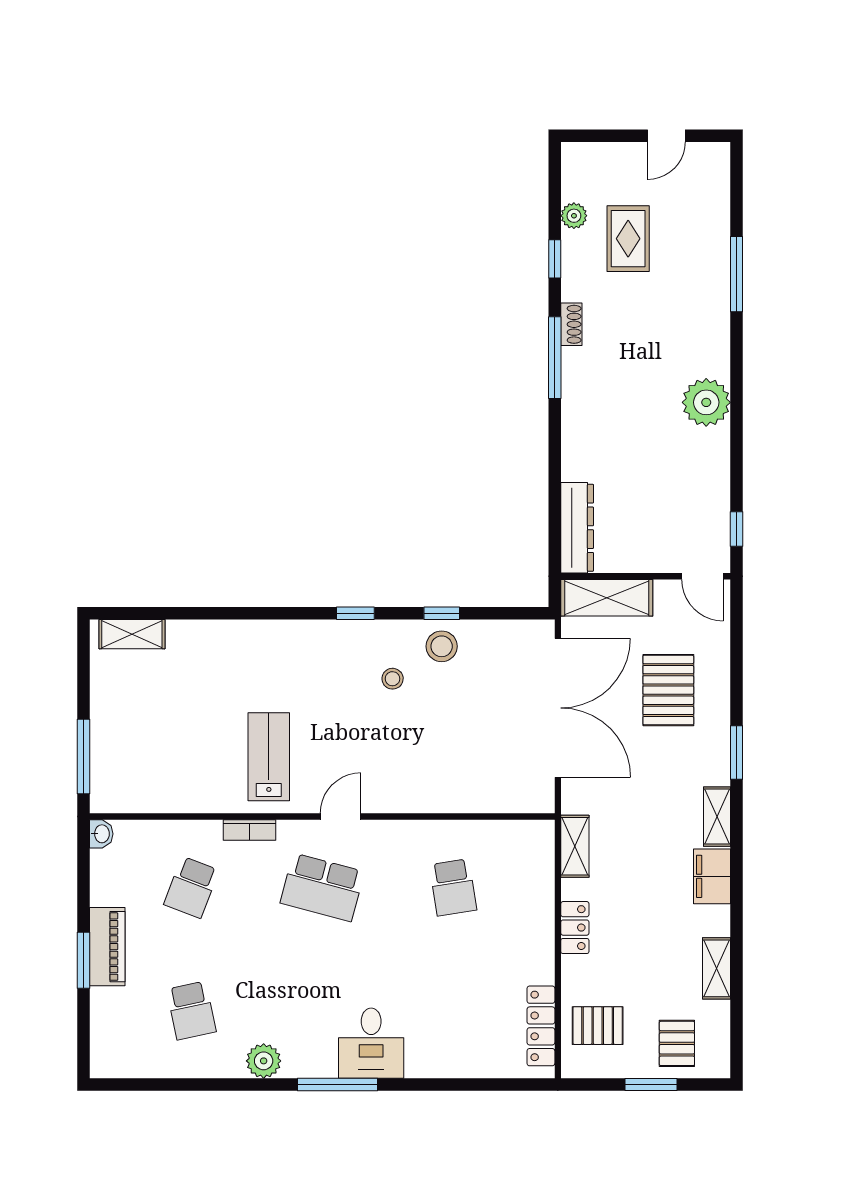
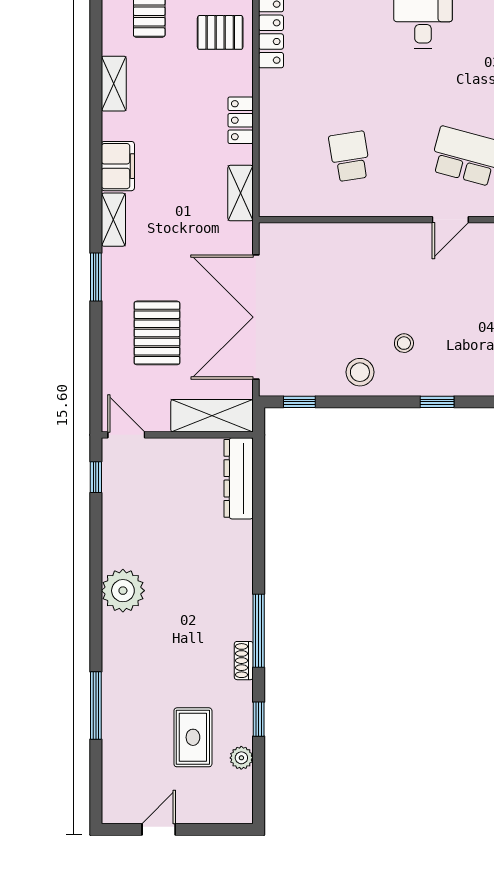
window: (442, 613) -> (299, 402), moved

